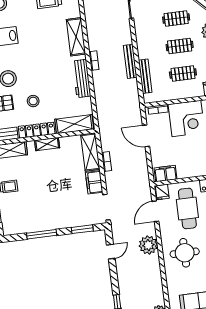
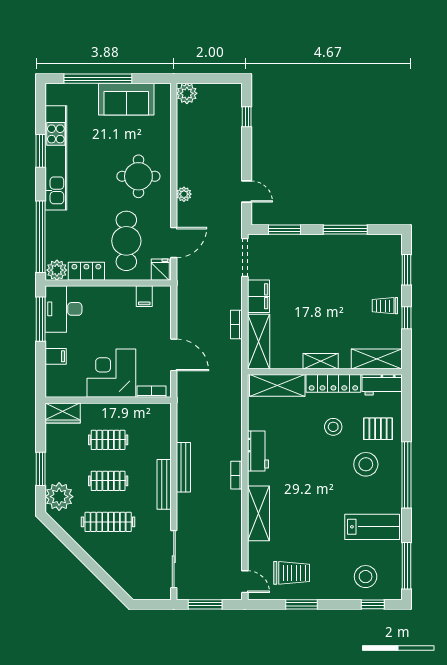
clothes rail: (176, 19) -> (108, 522), width x1.36
bench: (145, 76) -> (164, 484), moved
workbench: (82, 78) -> (258, 451), width x0.73
filing cabinet: (165, 174) -> (144, 296), width x0.50
plant: (148, 245) -> (184, 194), width x0.53, depth x0.53
door: (111, 252) -> (247, 191), swing flipped

